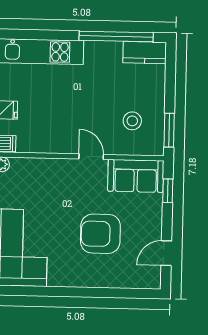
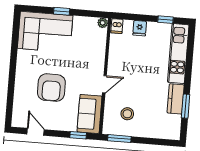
window: (116, 36) -> (186, 106), width x0.47
kitchen counter: (145, 53) -> (176, 99), moved
armchair: (100, 234) -> (51, 88), turned 180

